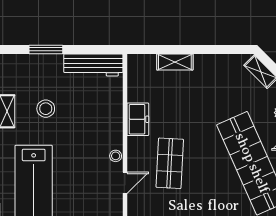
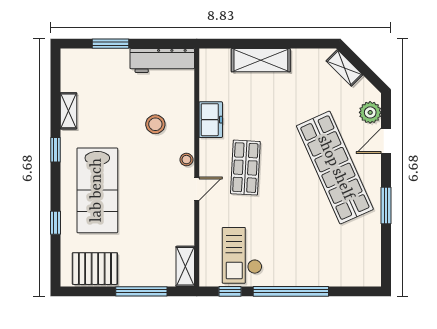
shelving: (175, 62) -> (261, 60), width x1.50, depth x1.33
stool: (46, 109) -> (155, 124), moved

